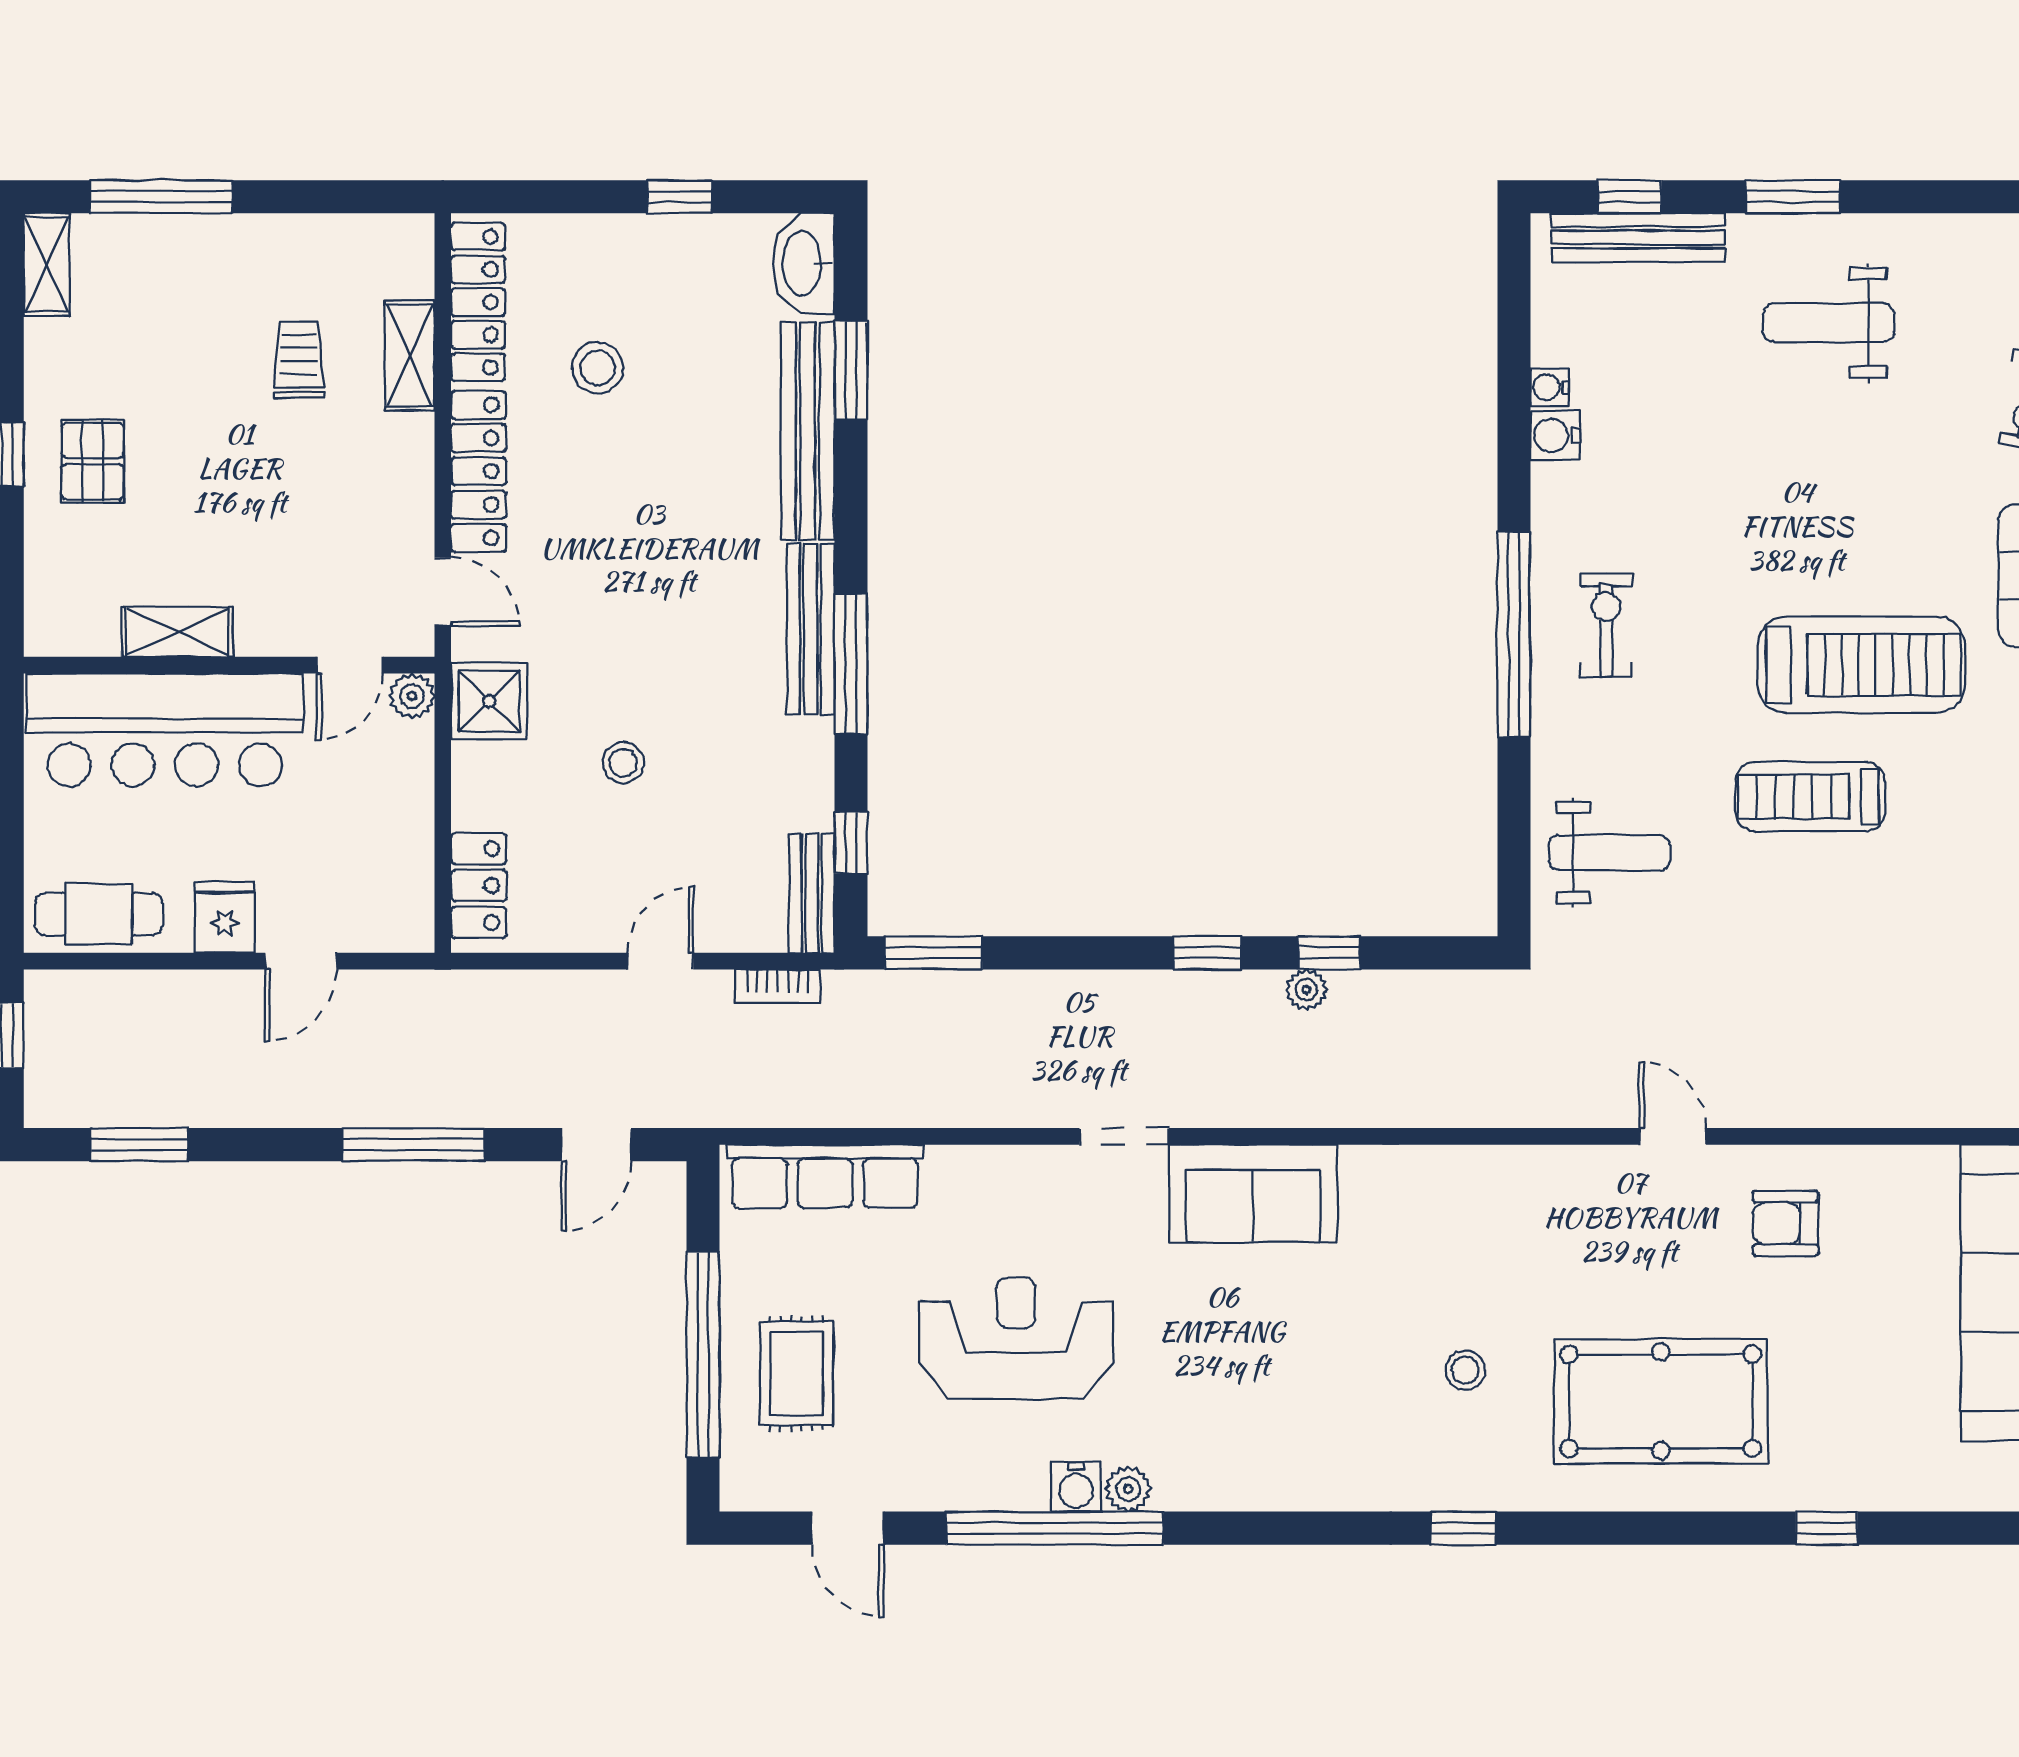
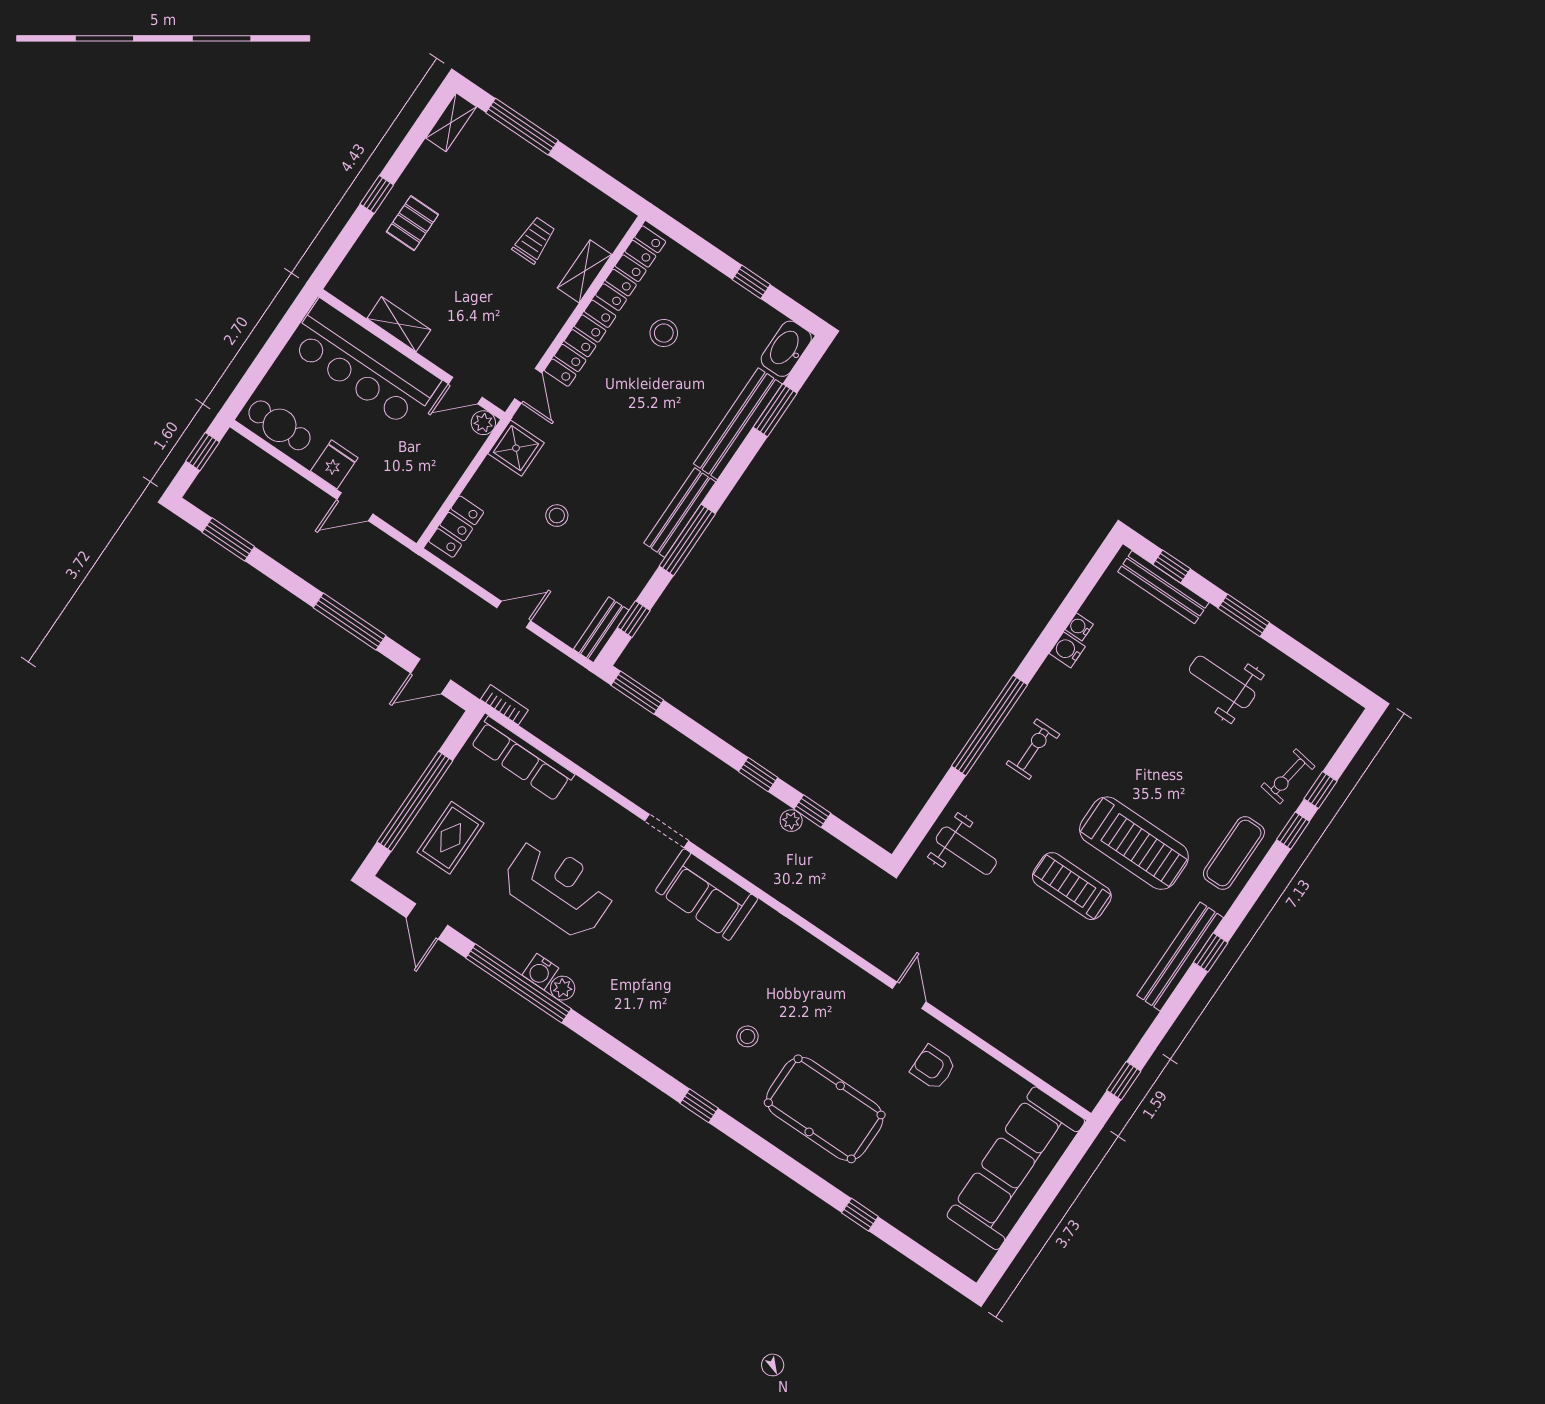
bookcase: (778, 986) -> (504, 705), moved, turned 180

